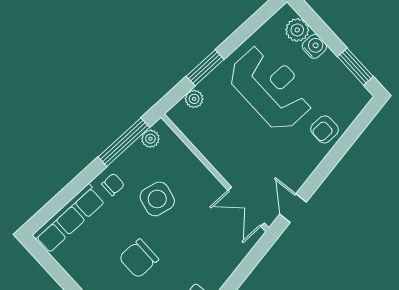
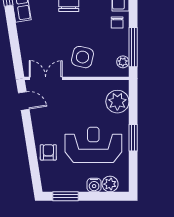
window: (205, 68) -> (133, 138), moved
reception desk: (271, 88) -> (93, 145), turned 180
plant: (194, 99) -> (117, 102), width x1.87, depth x1.87
side table: (157, 199) -> (83, 57), moved

